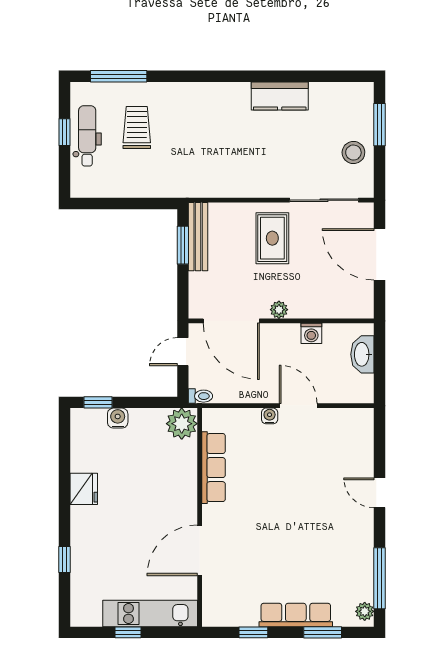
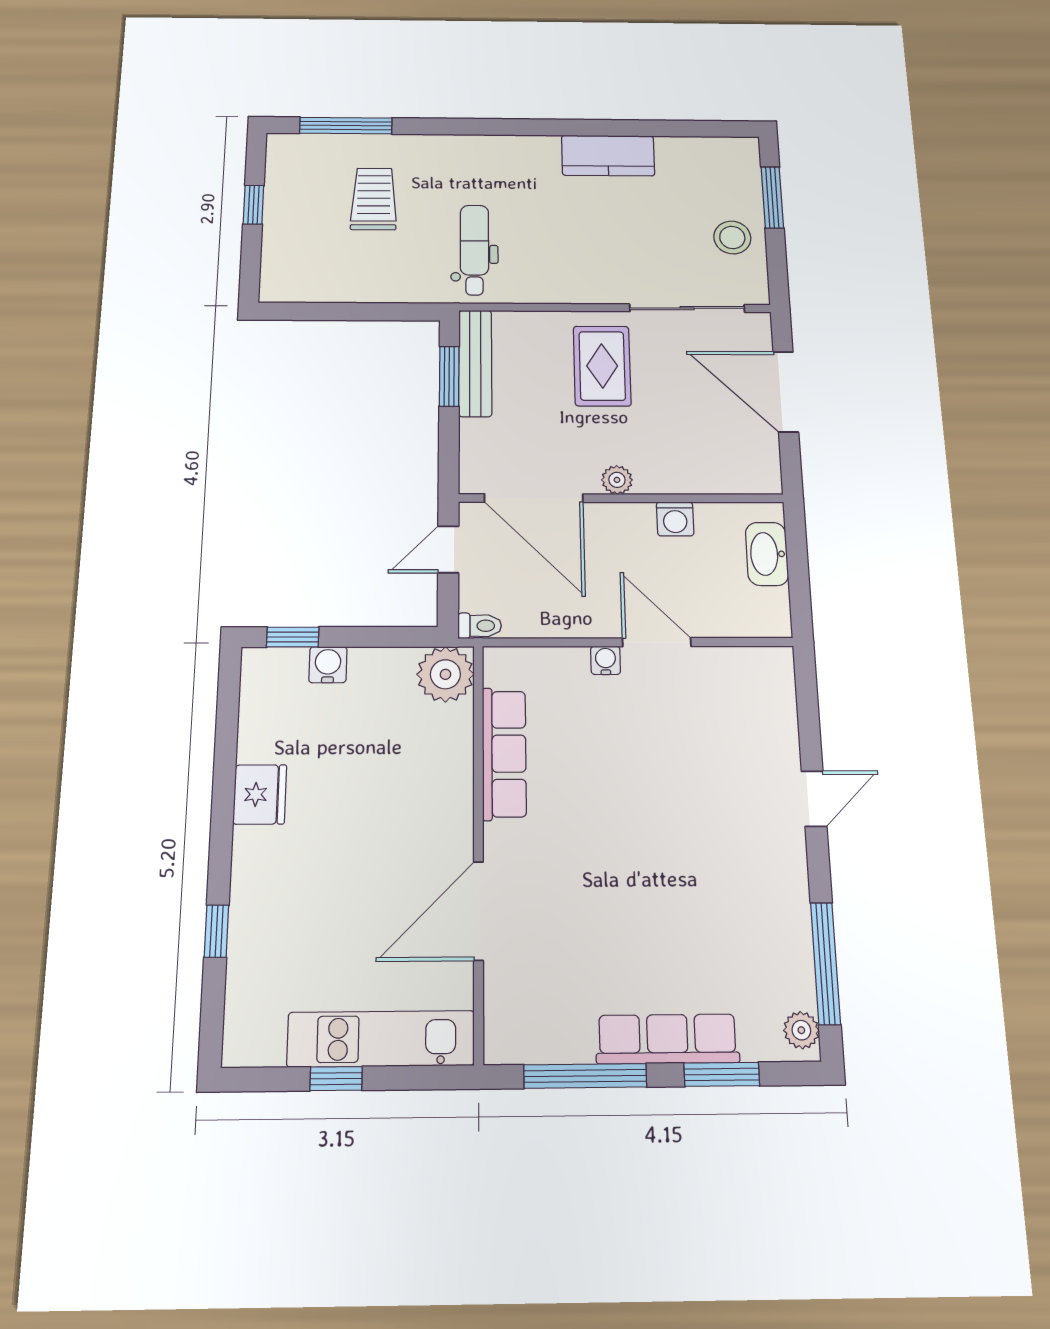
dental chair: (87, 136) -> (474, 250), moved
door: (379, 493) -> (814, 799), swing flipped
window: (253, 632) -> (585, 1076), width x2.17

